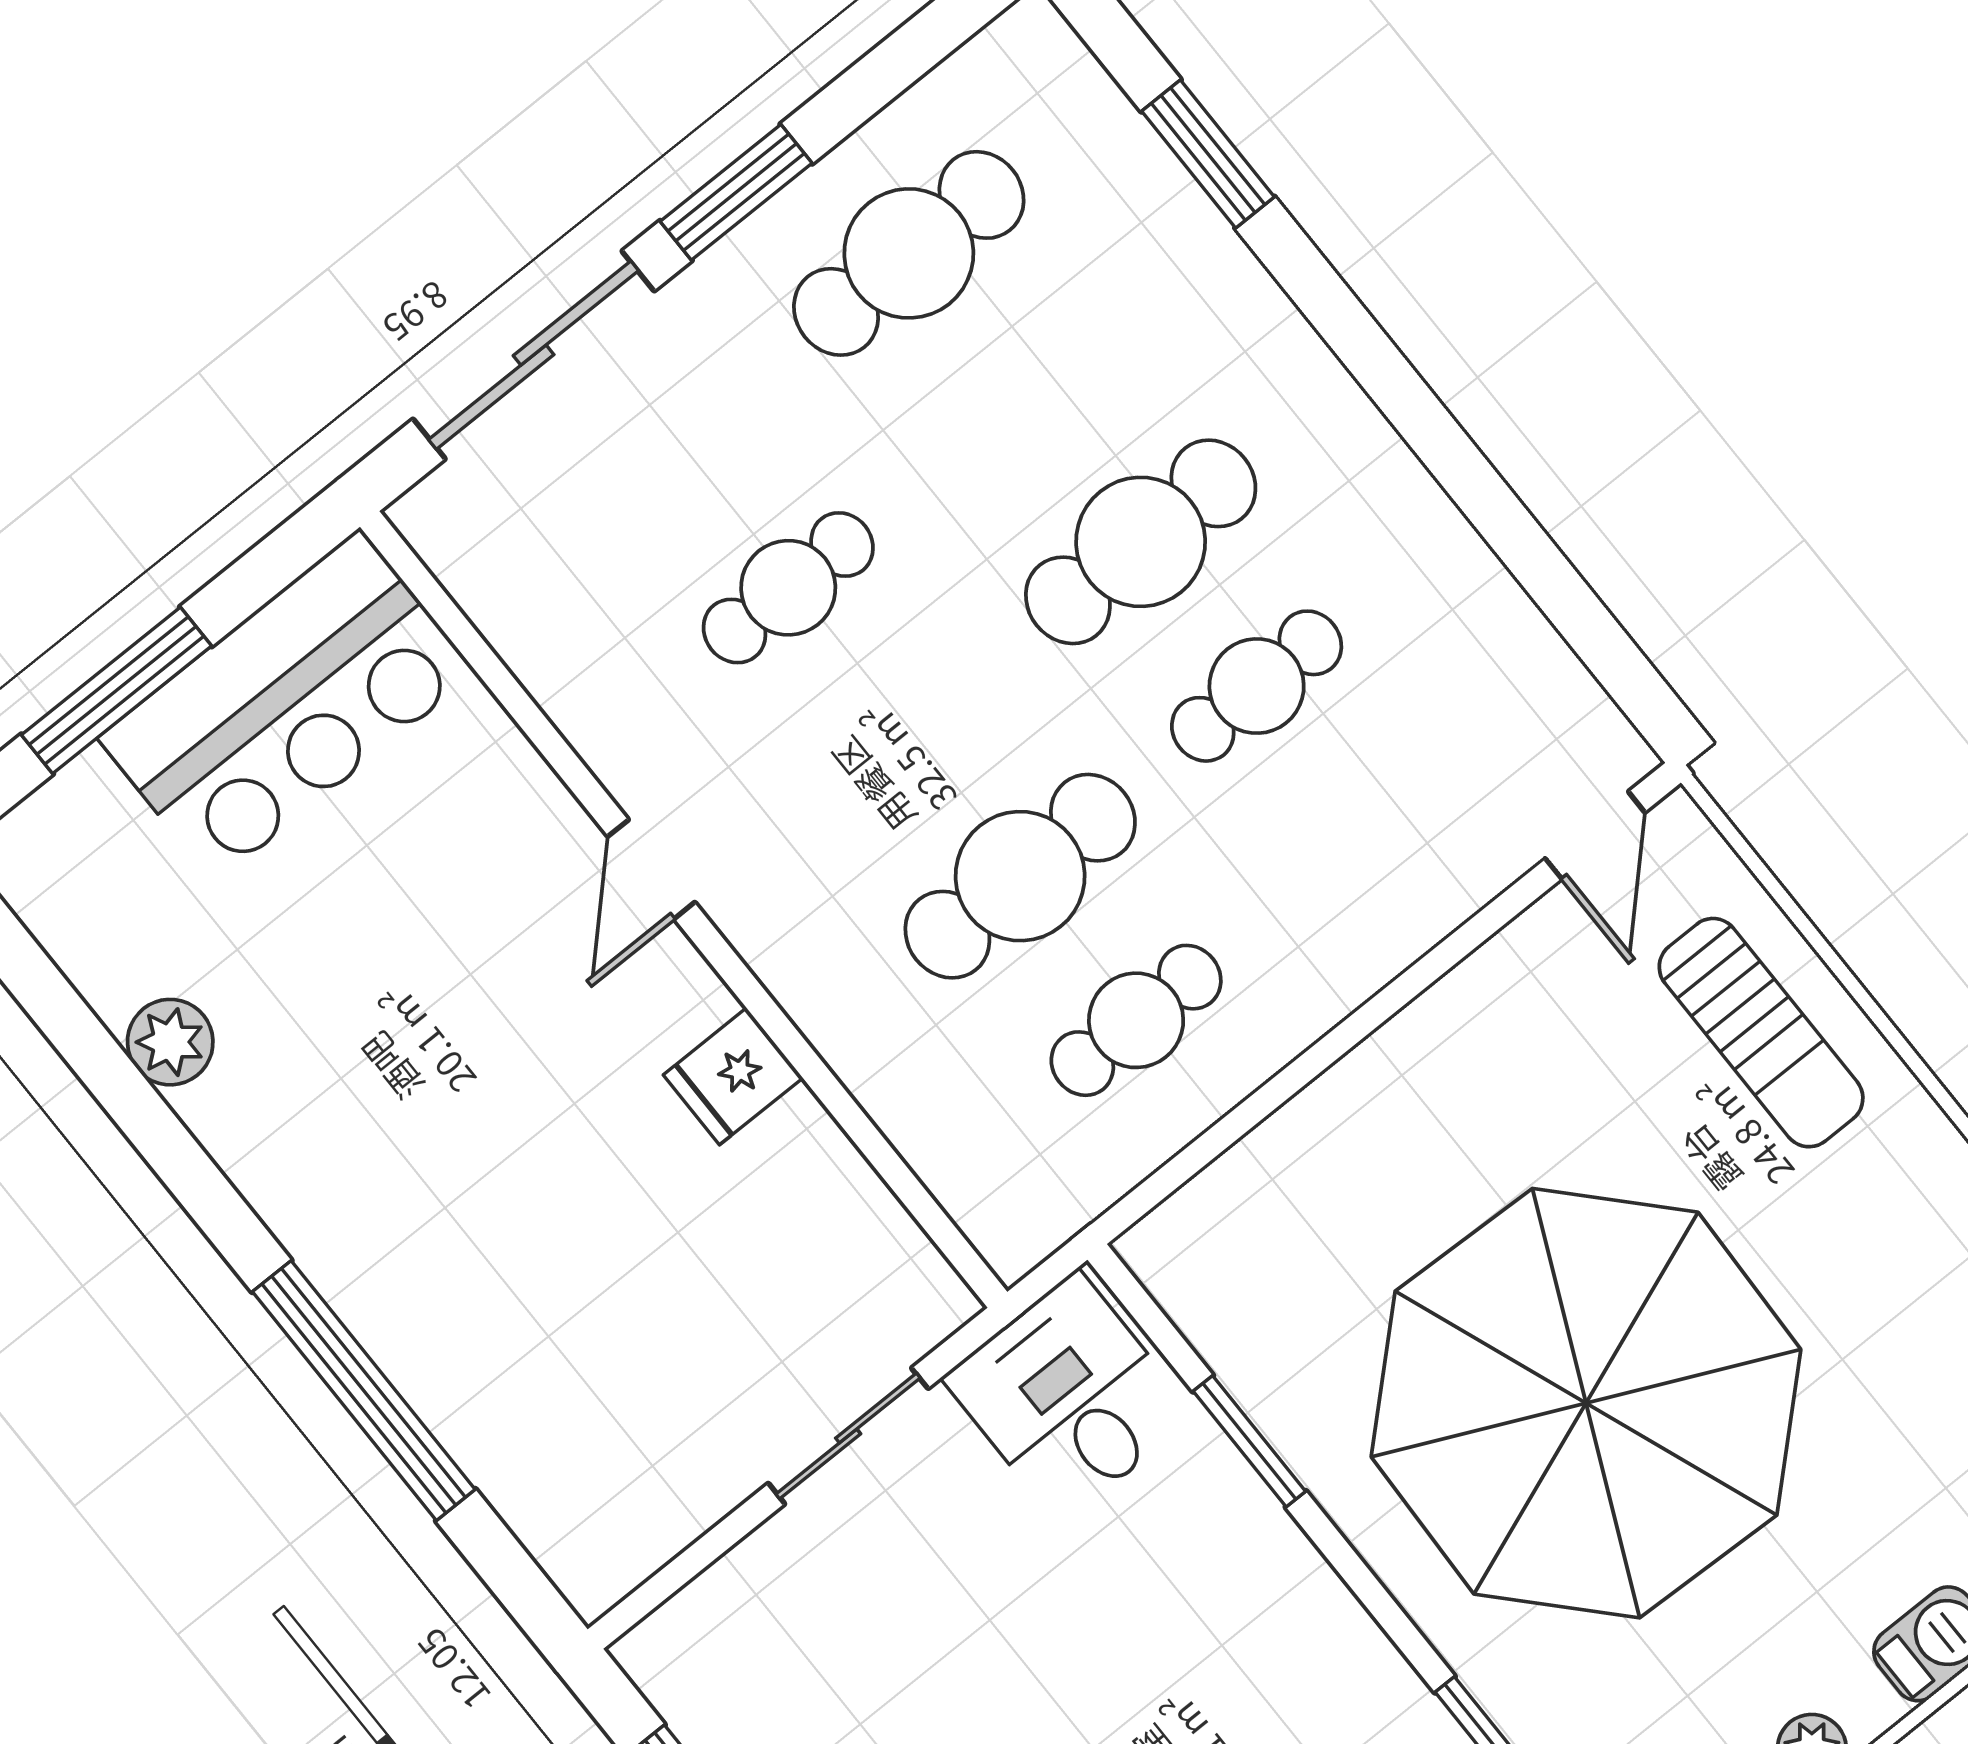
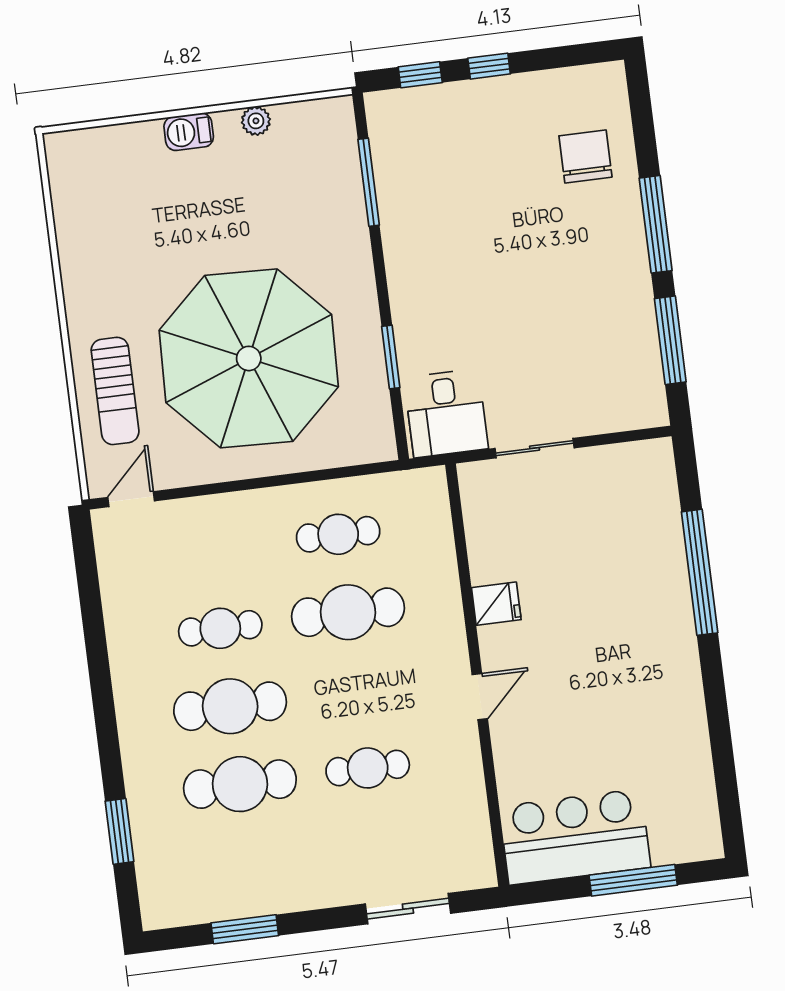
window: (736, 192) -> (245, 929), moved
cafe table: (909, 253) -> (240, 784), moved
sliding door: (534, 355) -> (408, 909), width x0.73
sun lounger: (1761, 1033) -> (115, 391), turned 180
plant: (170, 1042) -> (692, 741), removed
parasol: (1586, 1403) -> (249, 358), moved

